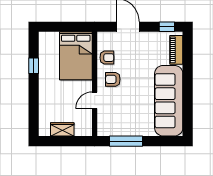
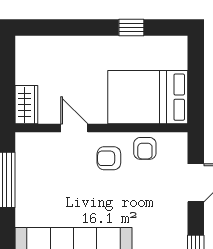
armchair: (113, 79) -> (109, 158), turned -90
wardrobe: (62, 129) -> (26, 105), moved

